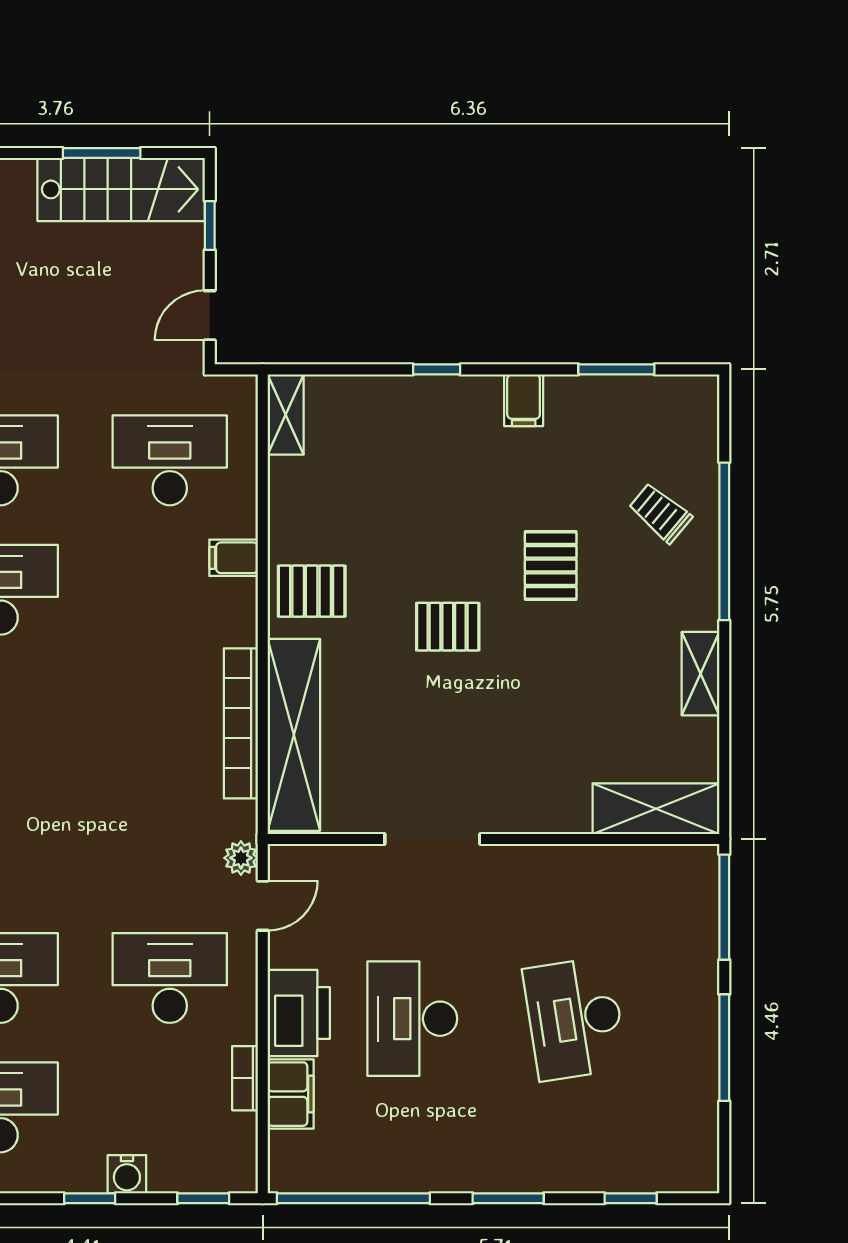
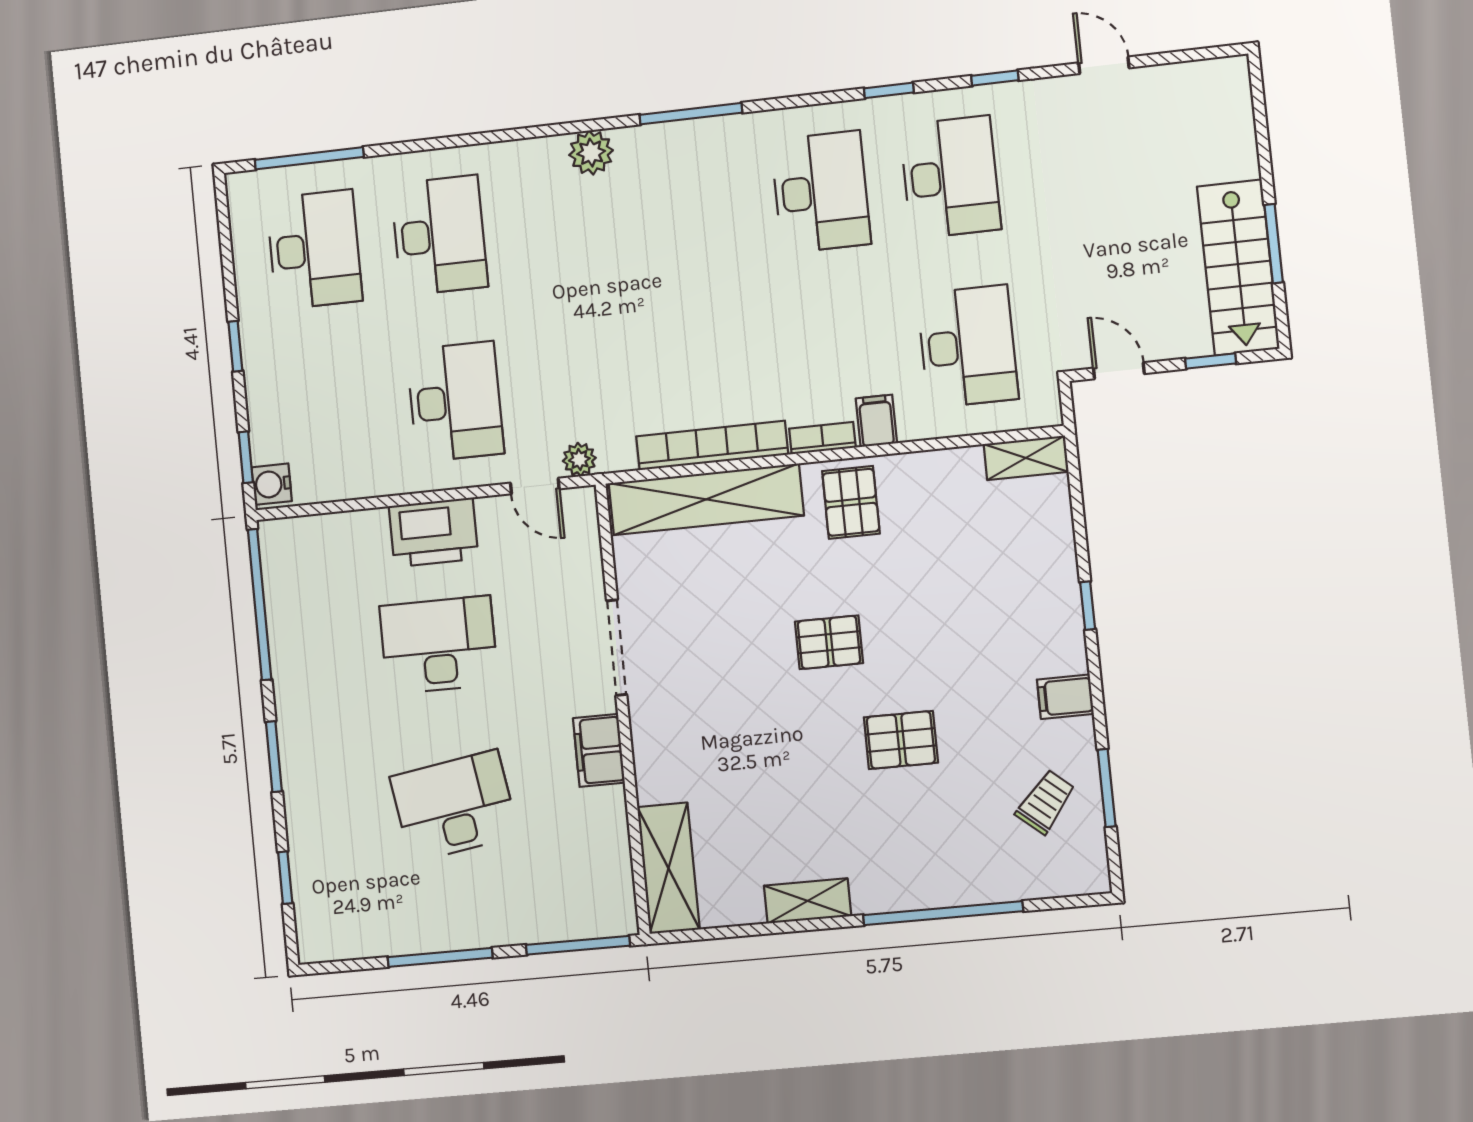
trolley: (660, 513) -> (1045, 802), moved
pallet: (448, 627) -> (829, 642), turned 90
bookcase: (245, 1078) -> (822, 438), moved
filing cabinet: (291, 1094) -> (599, 750), moved, turned 90
water cooler: (127, 1174) -> (272, 484), moved

